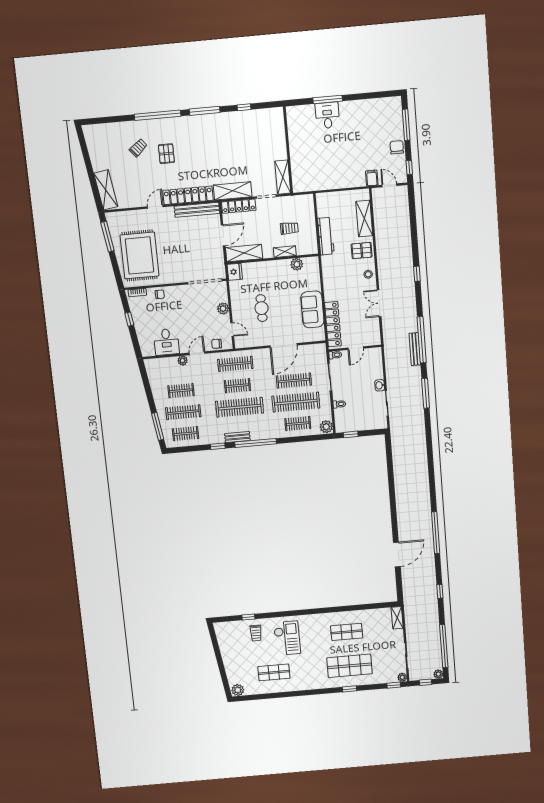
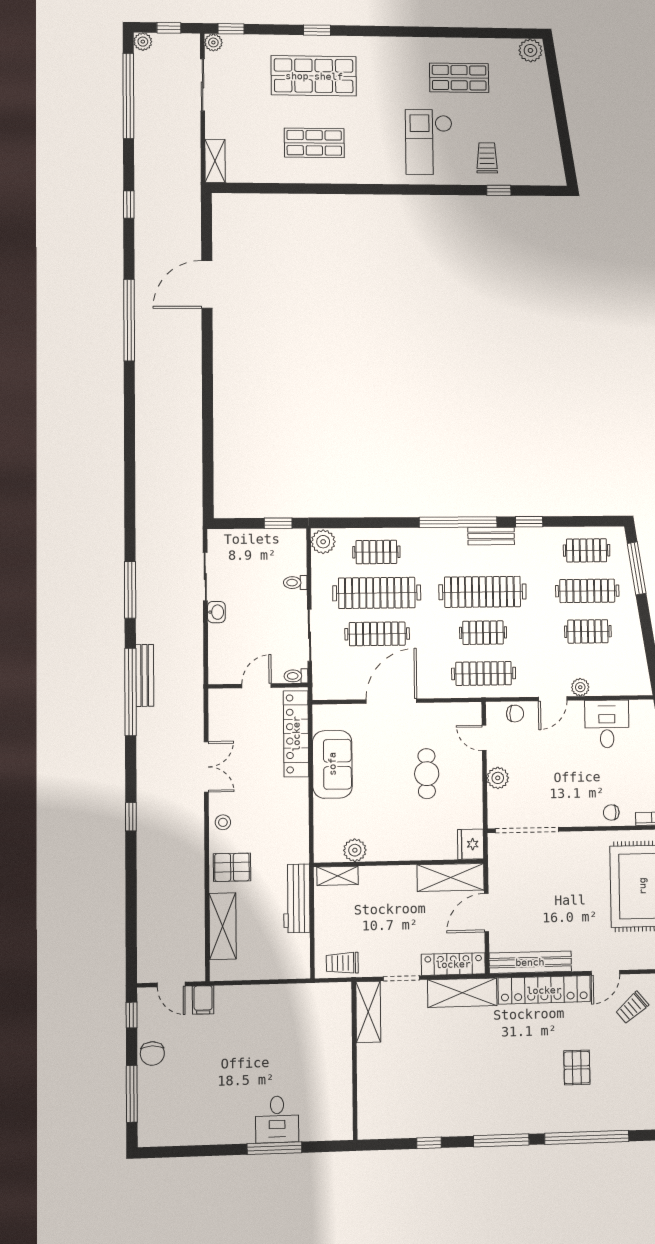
trolley: (138, 148) -> (632, 1008), moved
trolley: (289, 228) -> (342, 963), moved
shelving: (285, 252) -> (337, 876), moved

